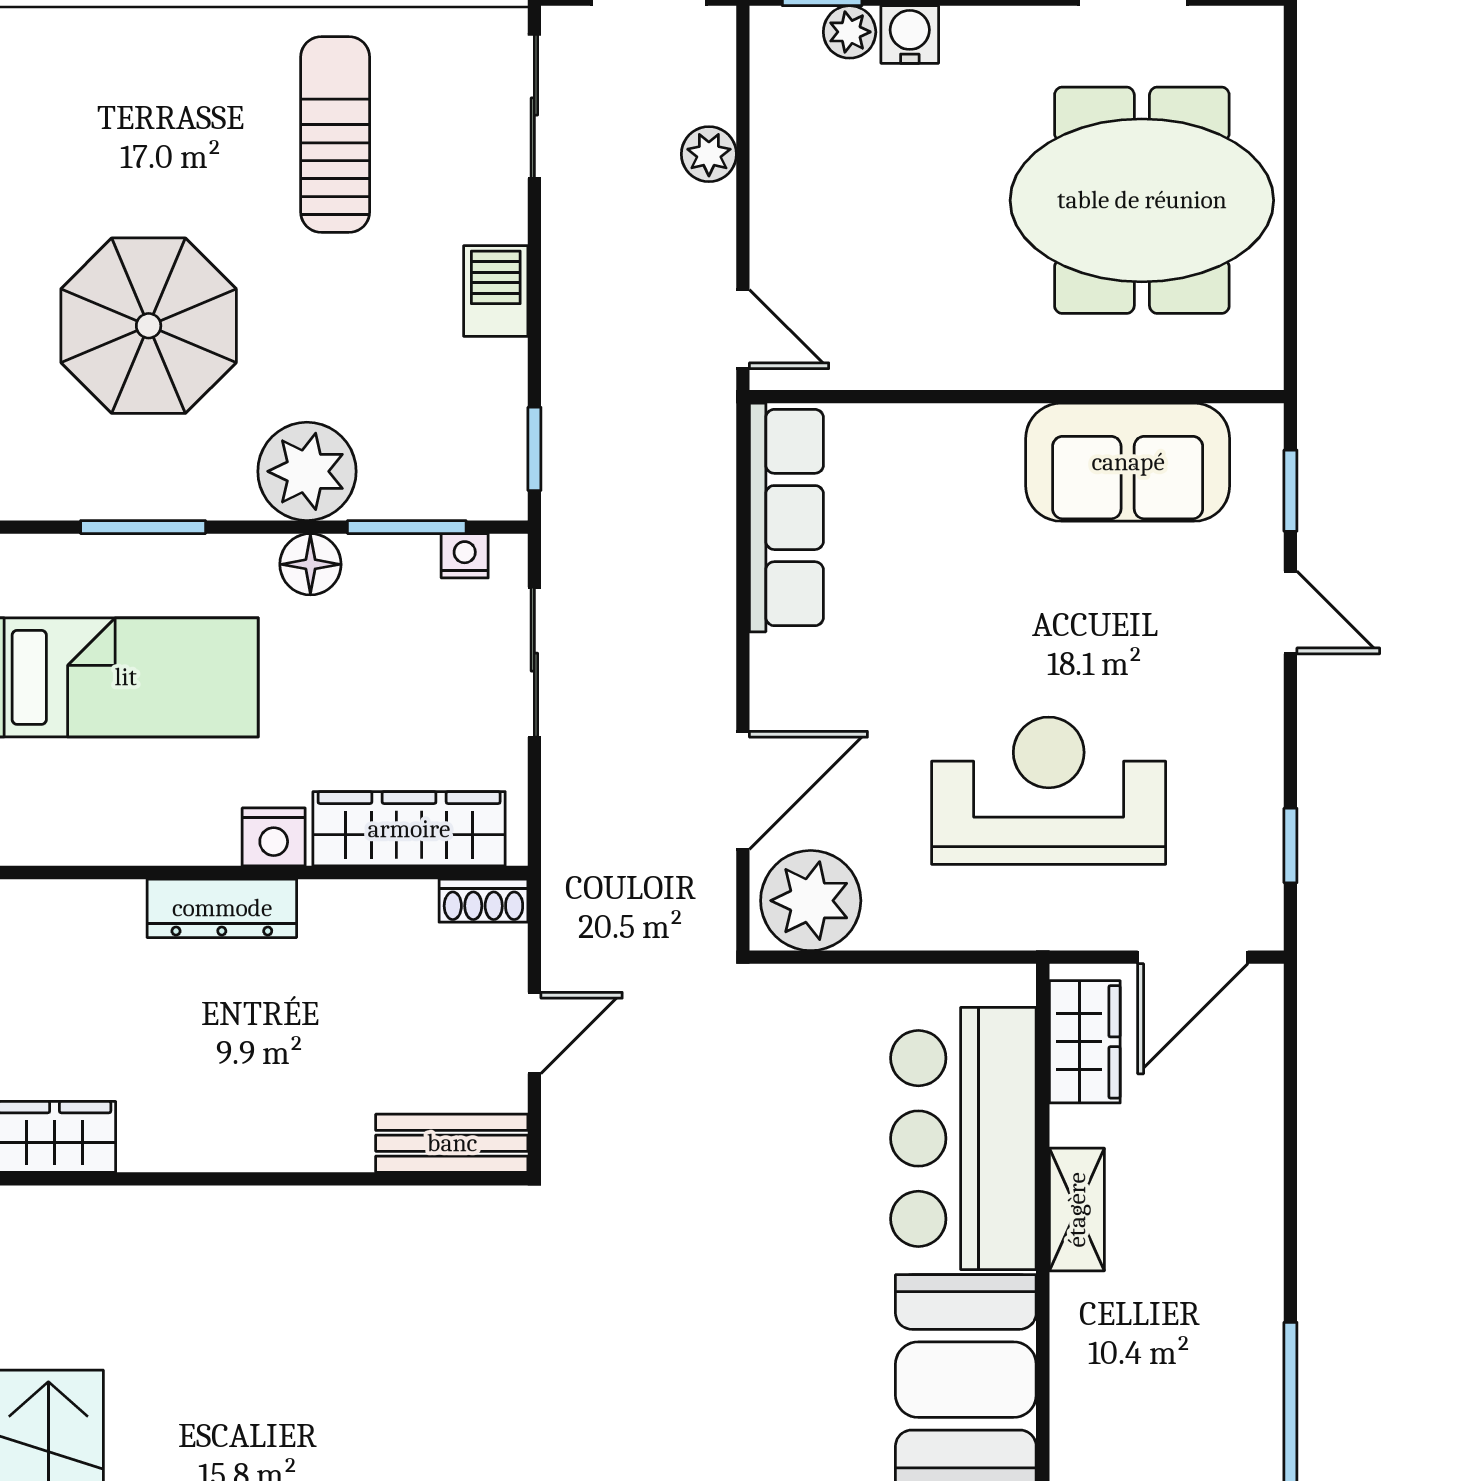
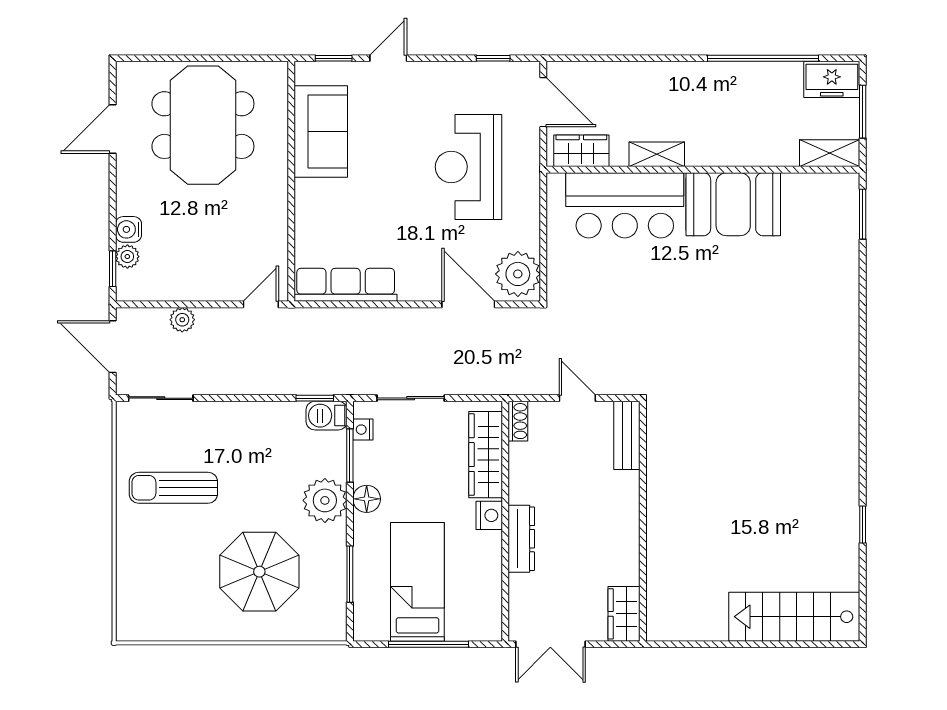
barbecue: (496, 291) -> (327, 416), moved

